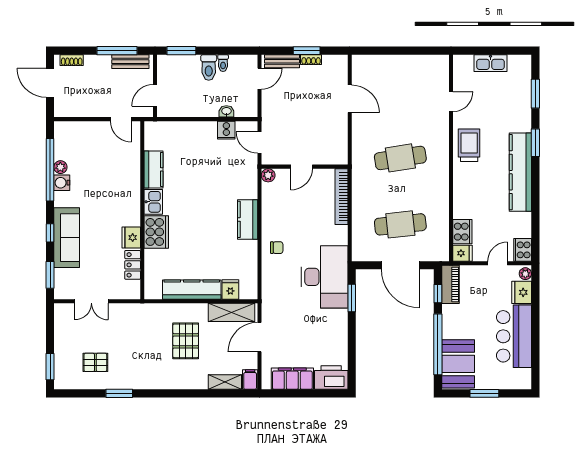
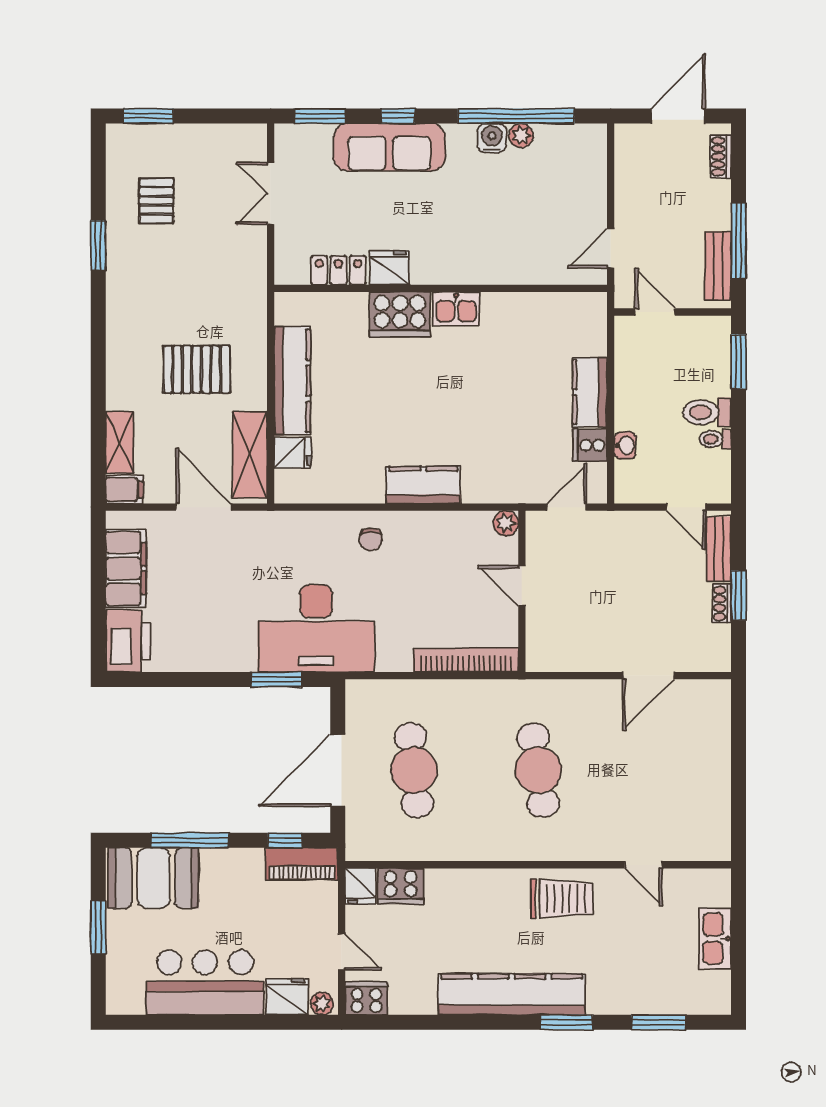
kitchen counter: (153, 169) -> (590, 392), moved, turned 90
window: (438, 344) -> (190, 840), width x0.68

